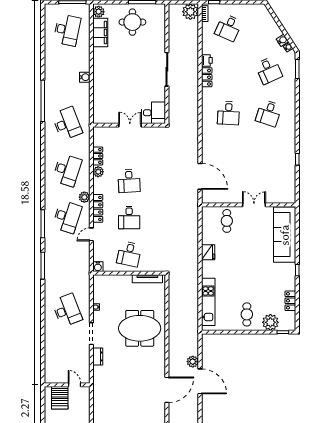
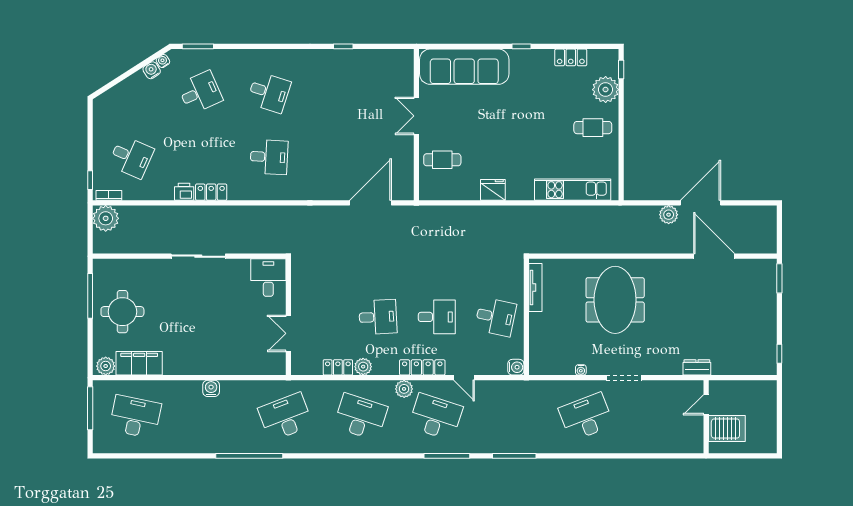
double door: (130, 125) -> (288, 333), moved
dresser: (98, 356) -> (697, 367), moved

